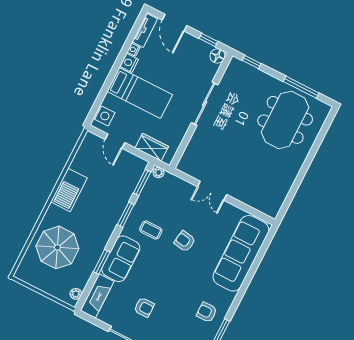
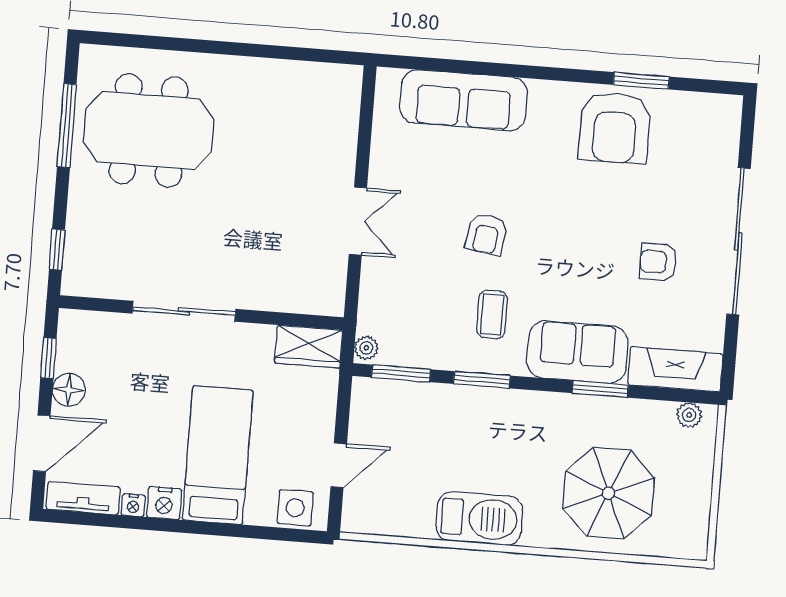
floor lamp: (218, 56) -> (69, 390), moved
wardrobe: (152, 147) -> (309, 347), moved, turned -90
sofa: (241, 253) -> (464, 100), width x0.74, depth x0.79
armchair: (144, 307) -> (658, 262), turned -90
armchair: (207, 312) -> (615, 128), width x1.88, depth x1.88

